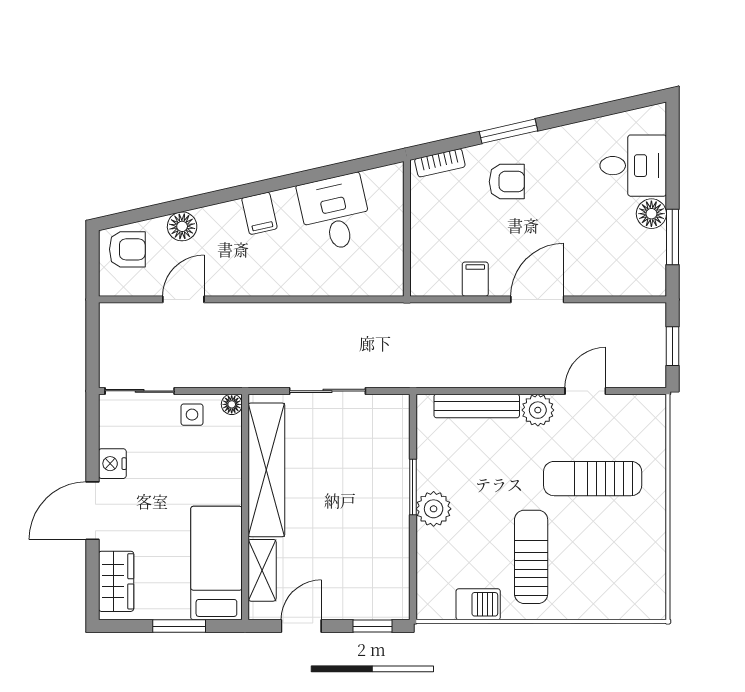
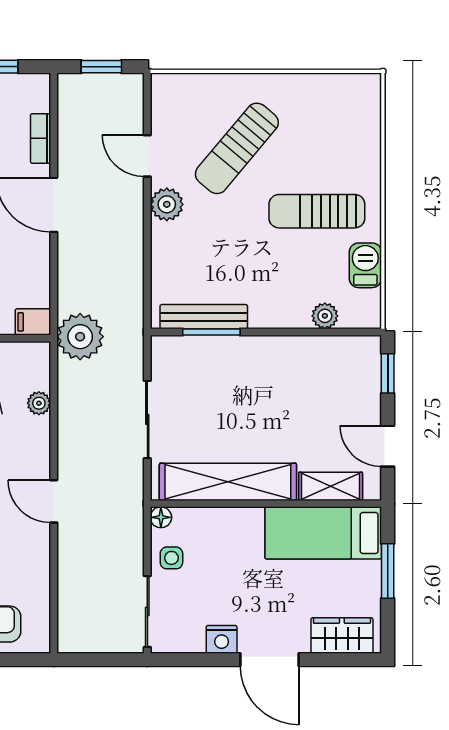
filing cabinet: (475, 279) -> (33, 322), moved
plant: (343, 285) -> (39, 403), added
bookcase: (602, 287) -> (41, 138), added
door: (183, 299) -> (54, 501), moved
plant: (408, 325) -> (80, 337), added
bench: (477, 406) -> (204, 317), moved, turned 90
sun lounger: (593, 479) -> (237, 148), turned 40
window: (413, 487) -> (211, 332), moved
plant: (434, 509) -> (325, 316), moved, width x0.73, depth x0.73

